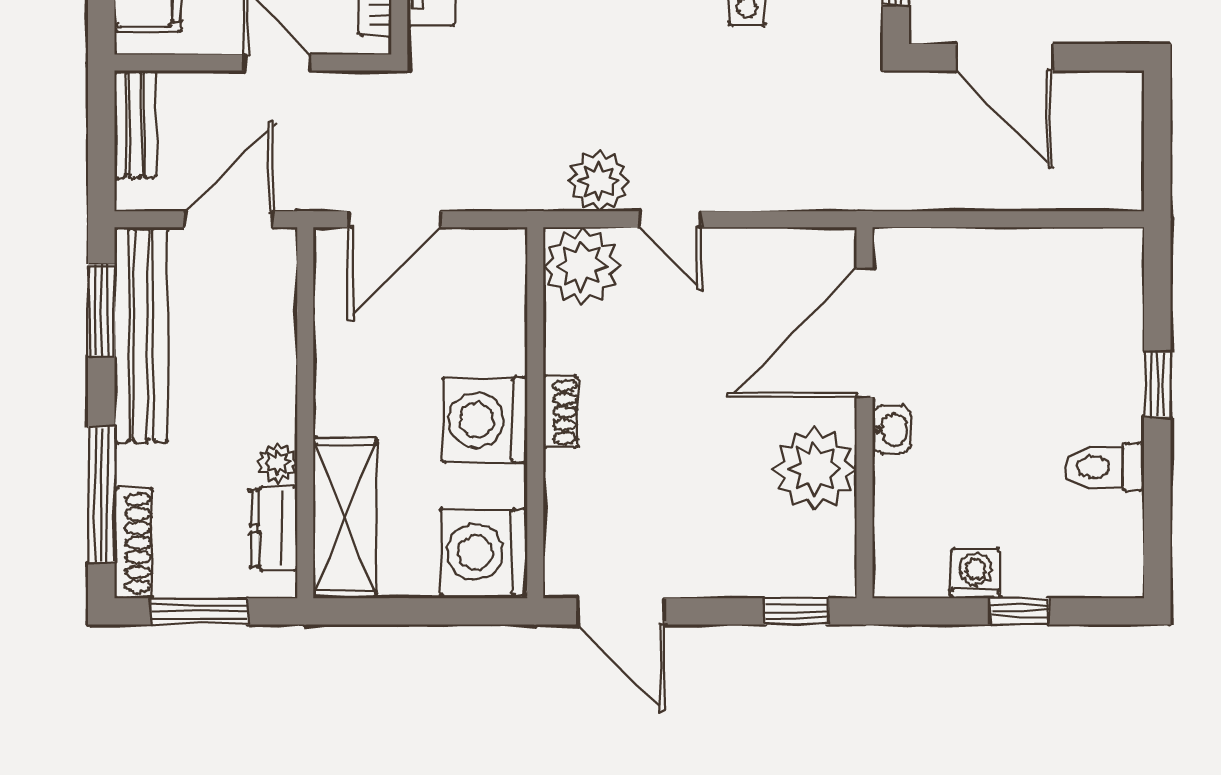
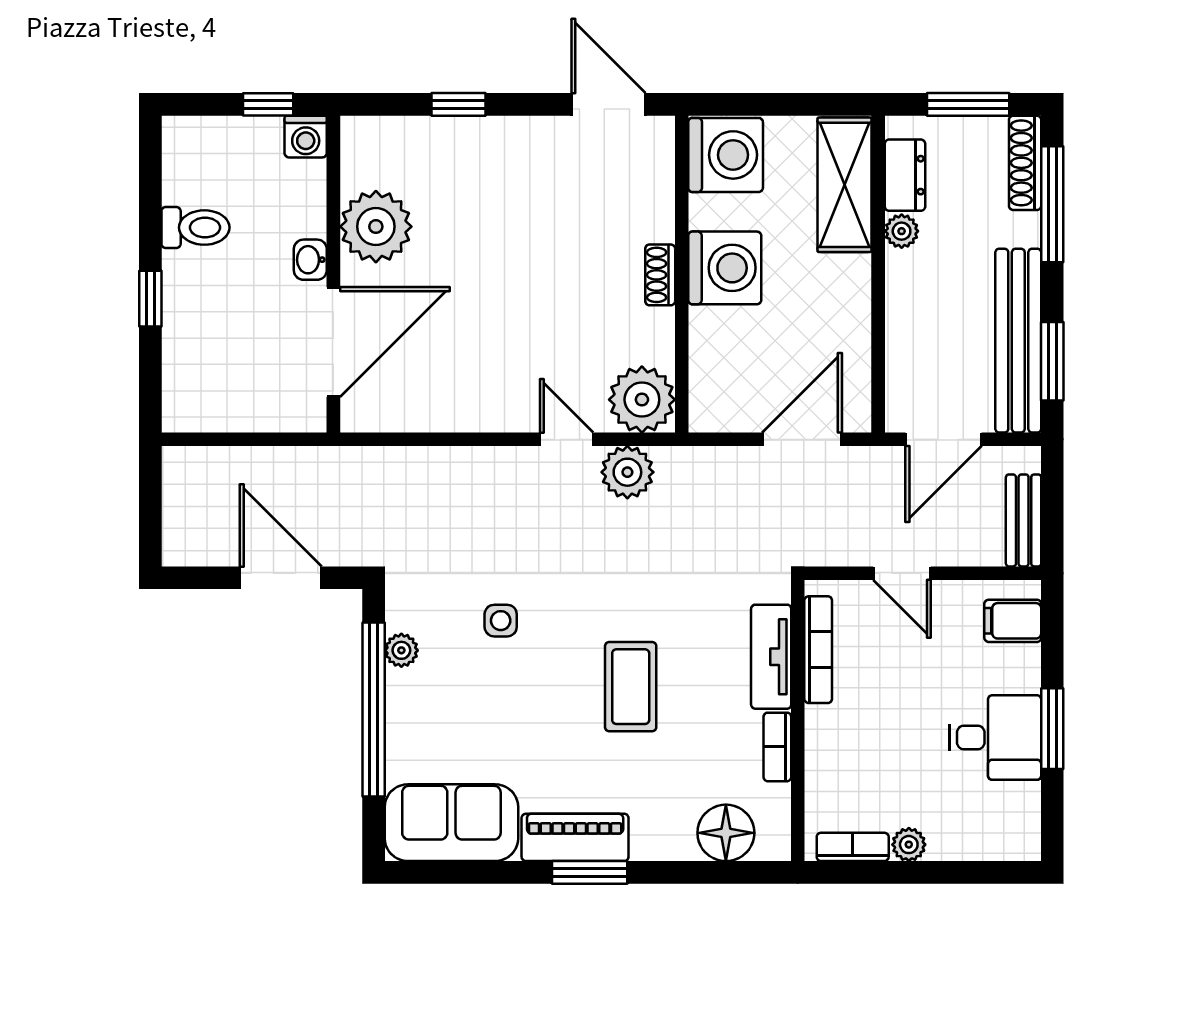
door: (864, 333) -> (333, 342), moved
wall: (864, 413) -> (333, 274), moved
washbasin: (892, 430) -> (310, 260), moved
plant: (815, 468) -> (376, 227), moved

